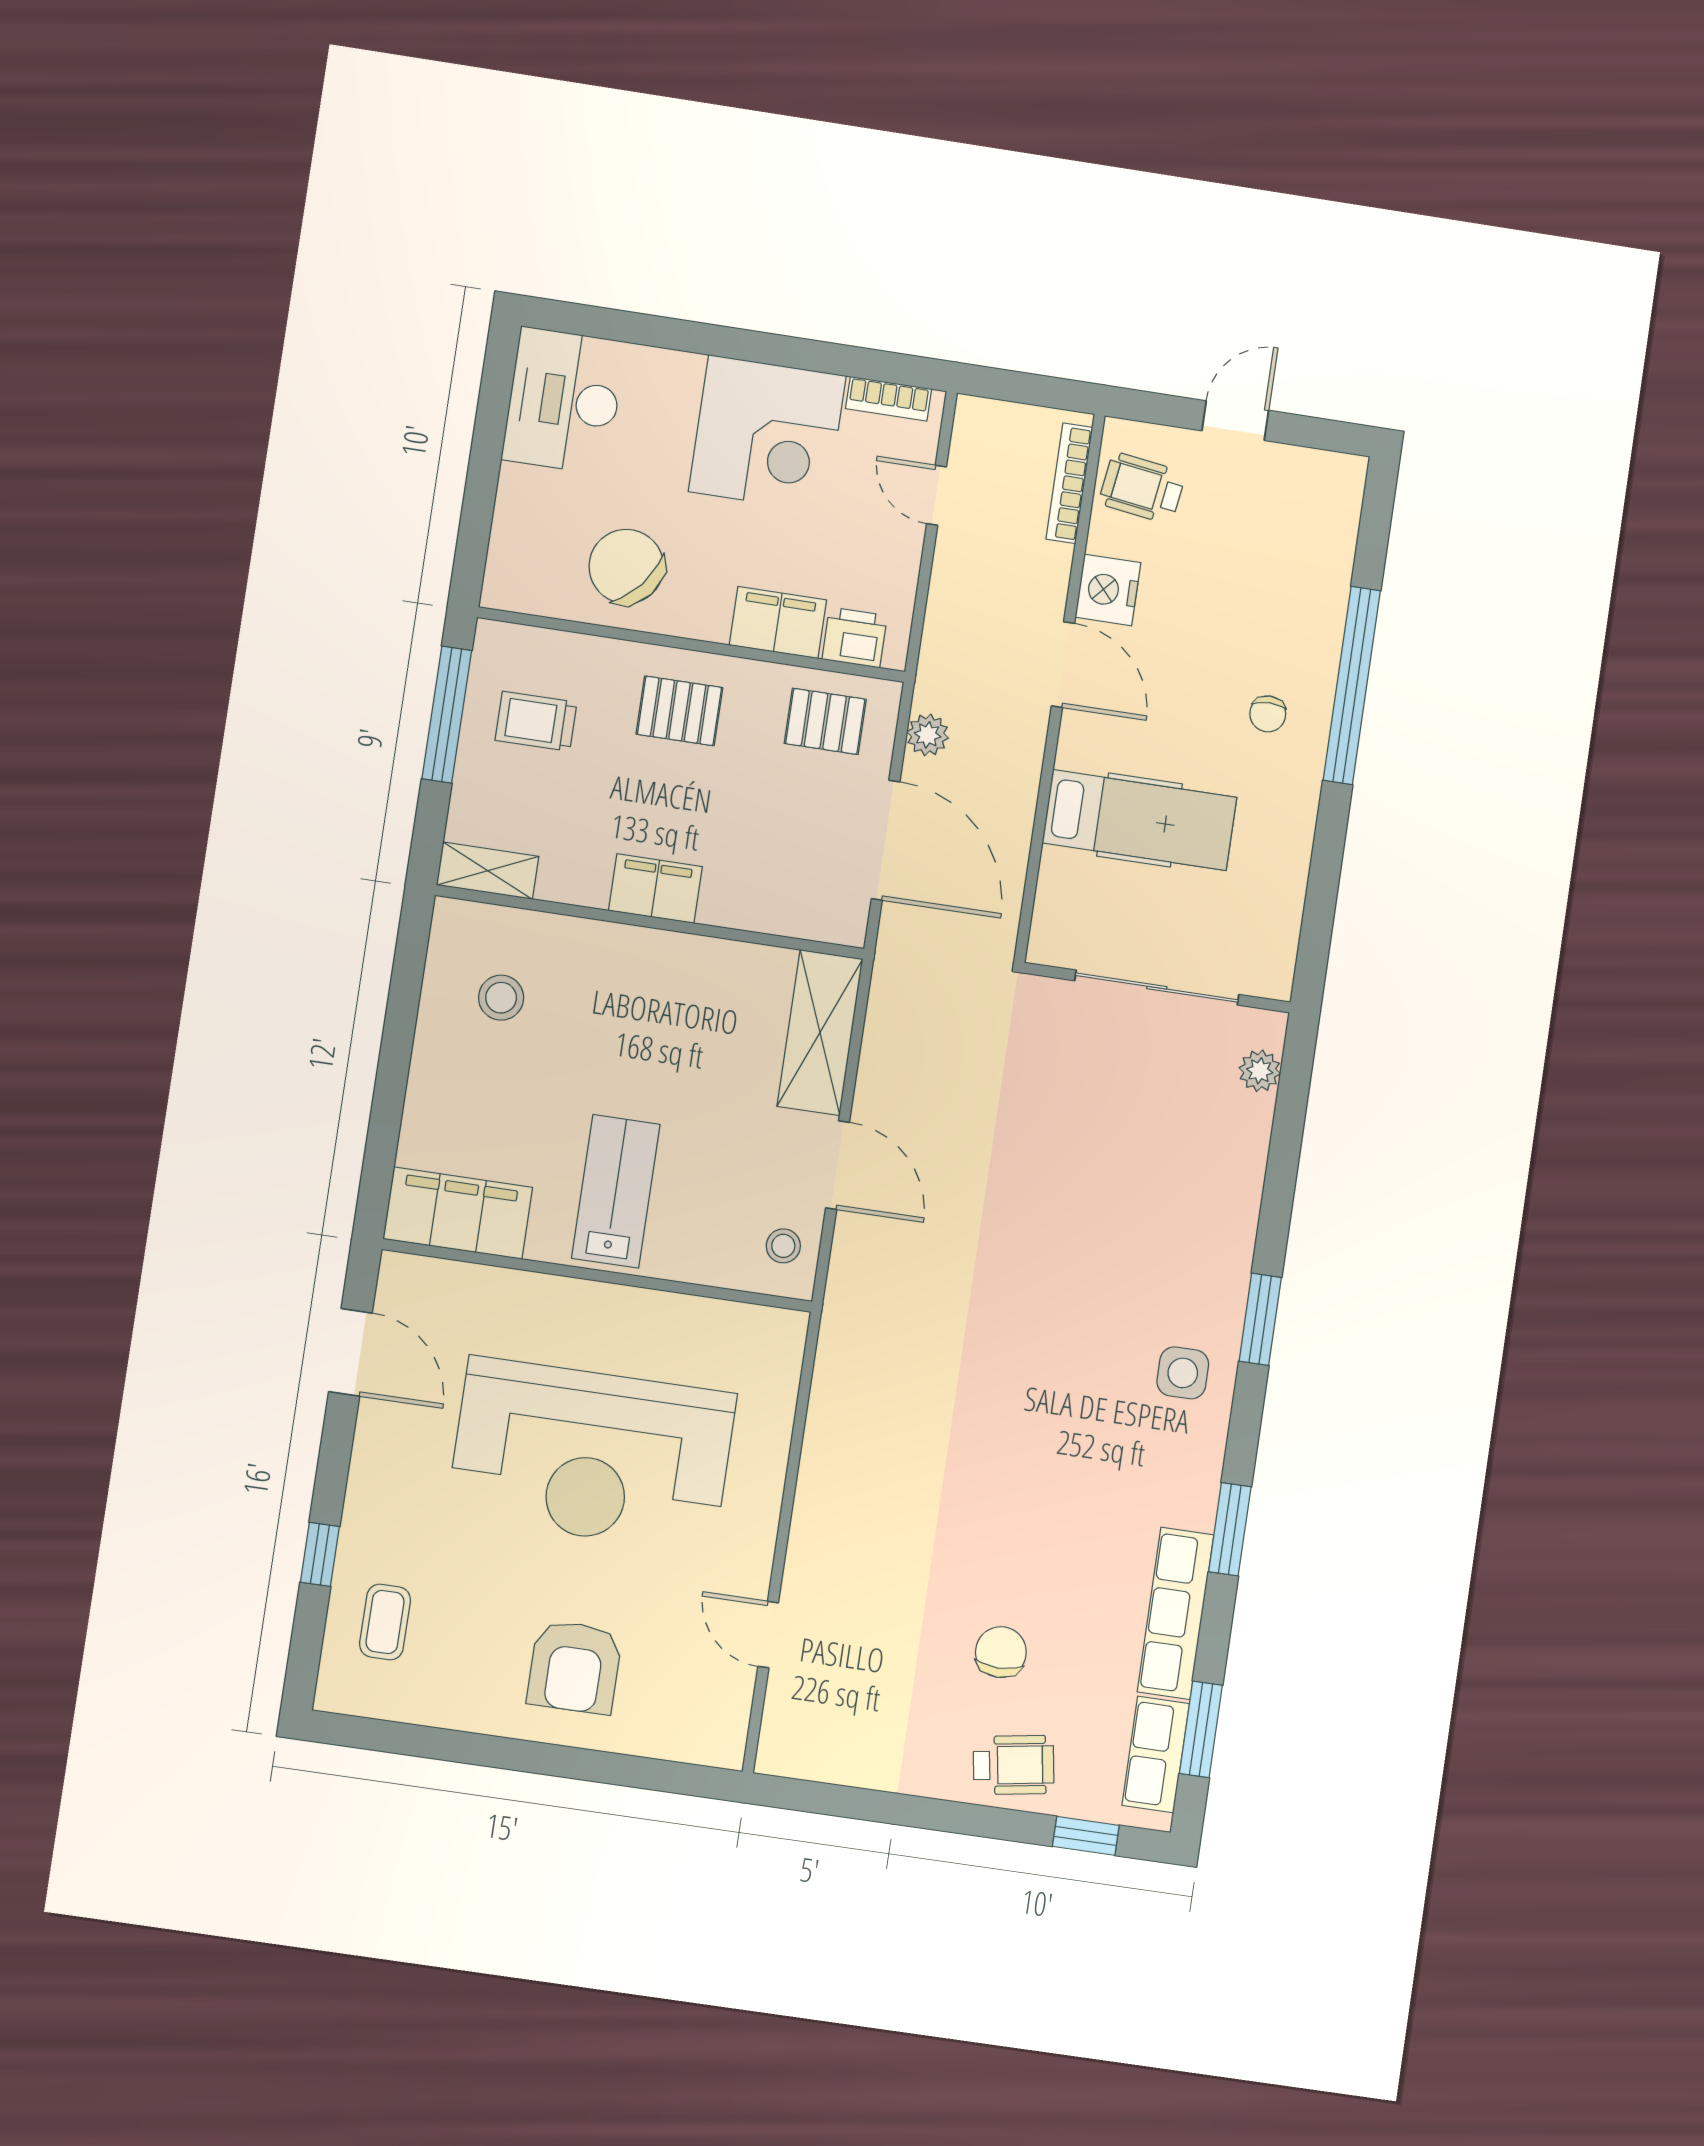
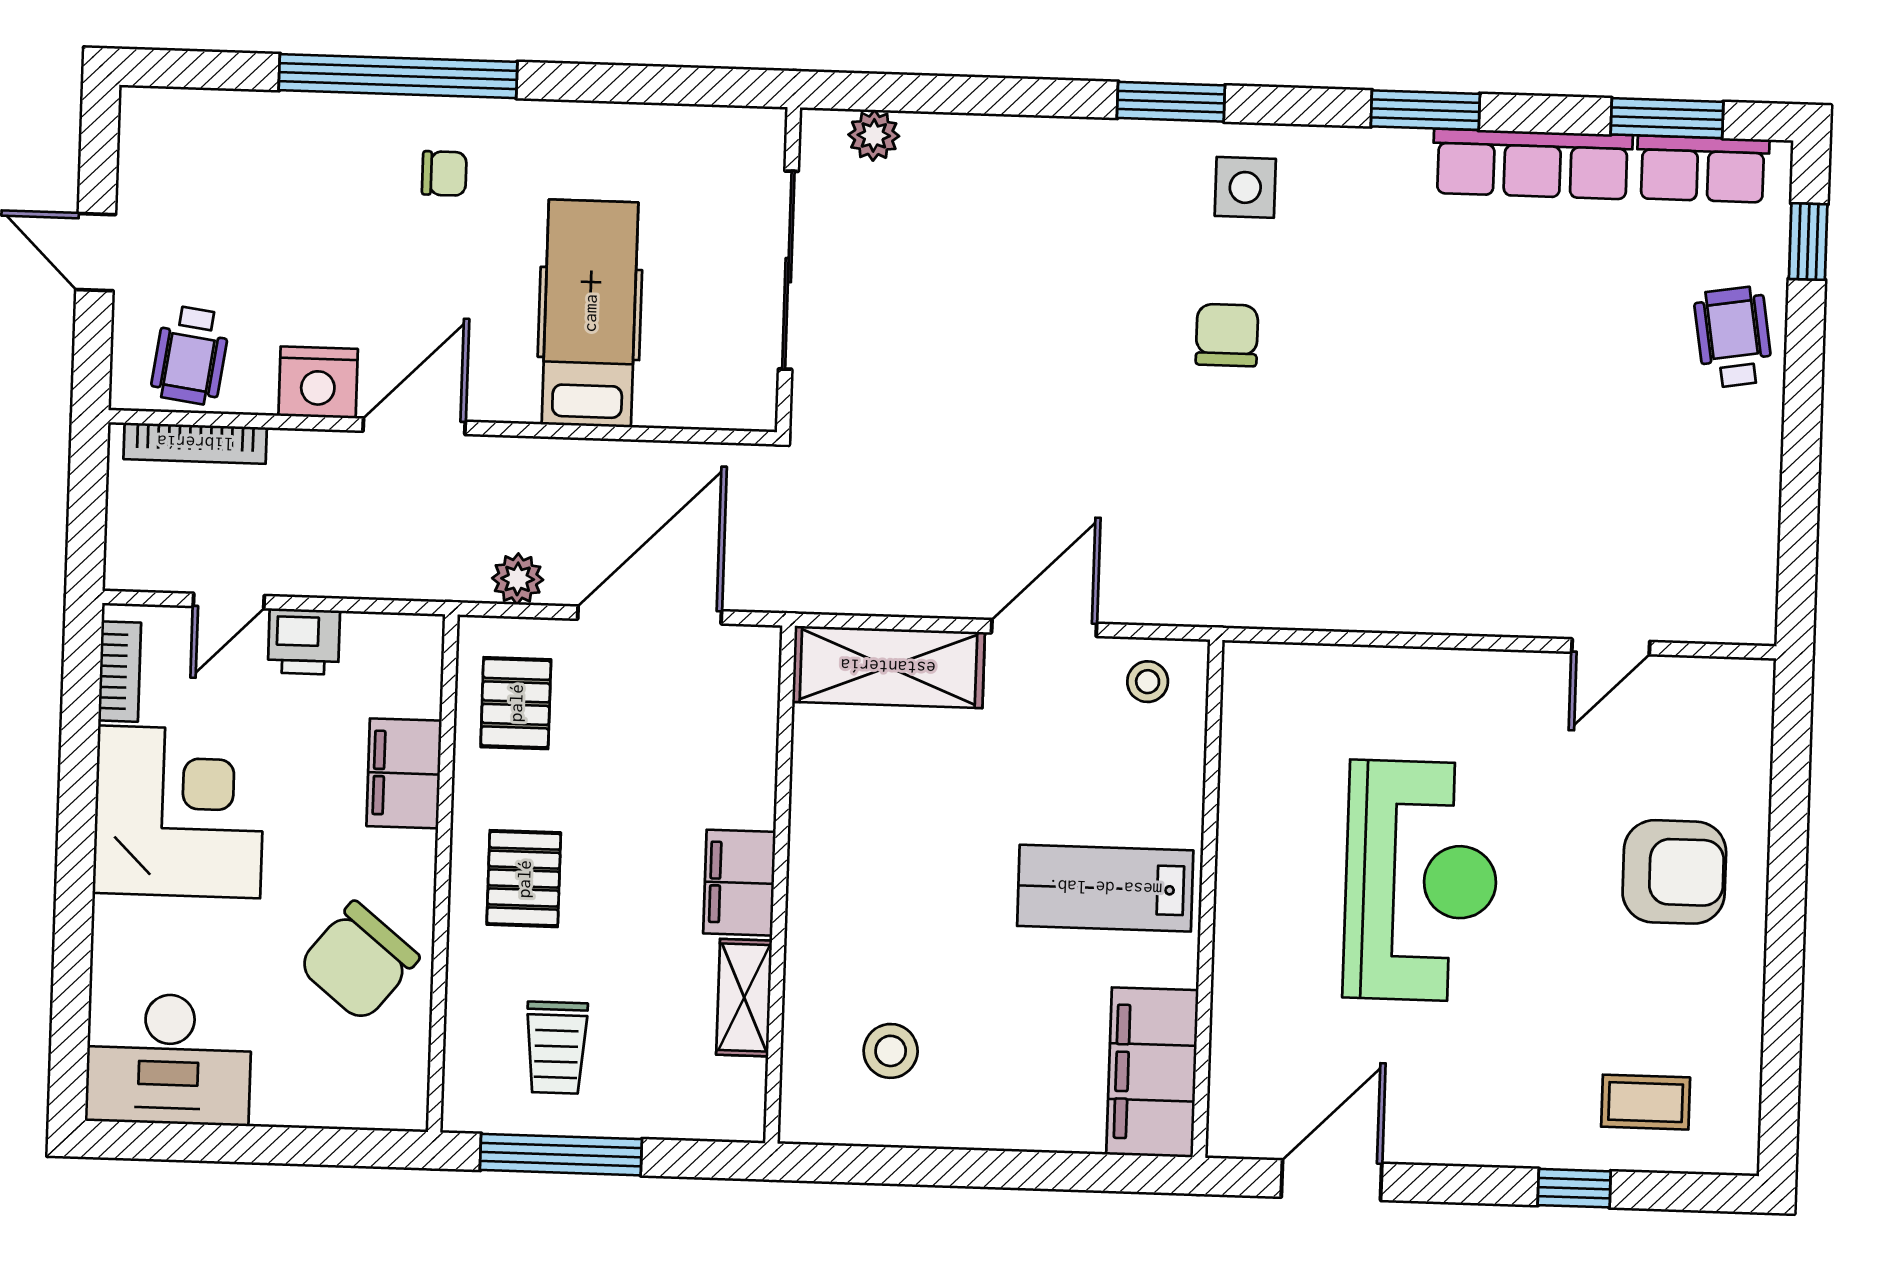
printer: (855, 637) -> (304, 642), moved, turned -90
shelving: (488, 871) -> (744, 998), moved
reception desk: (592, 1455) -> (1421, 881), width x0.74, depth x0.77
chair: (1001, 1652) -> (1227, 335), moved, turned 90

